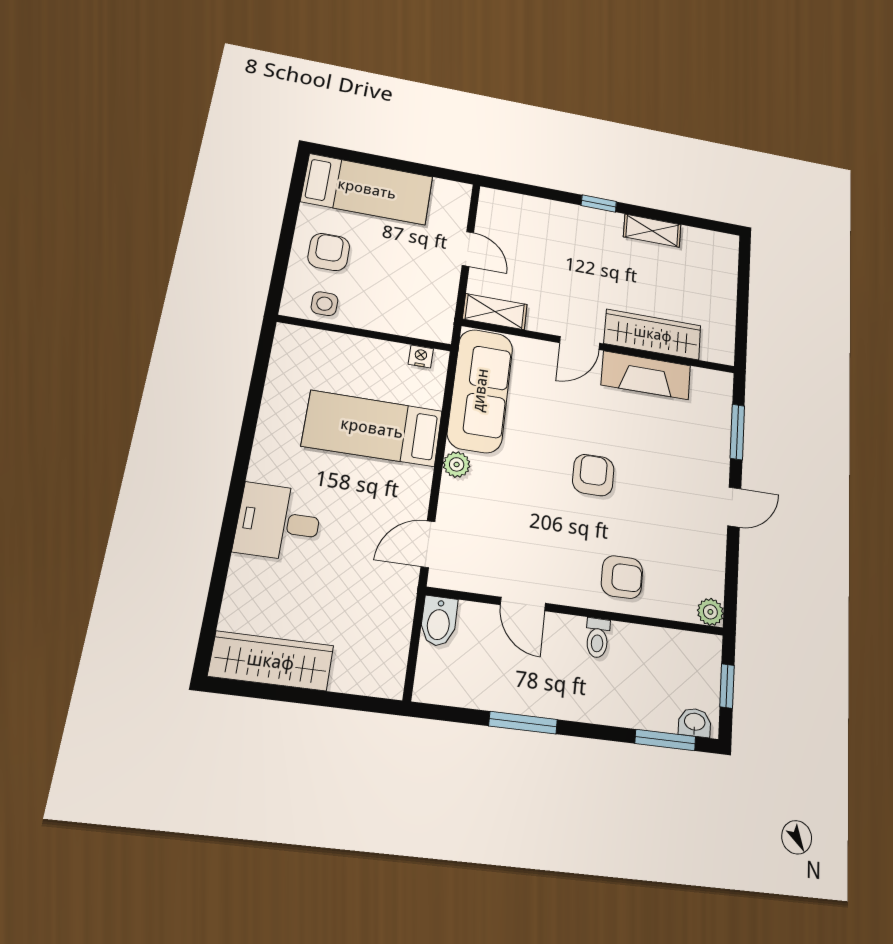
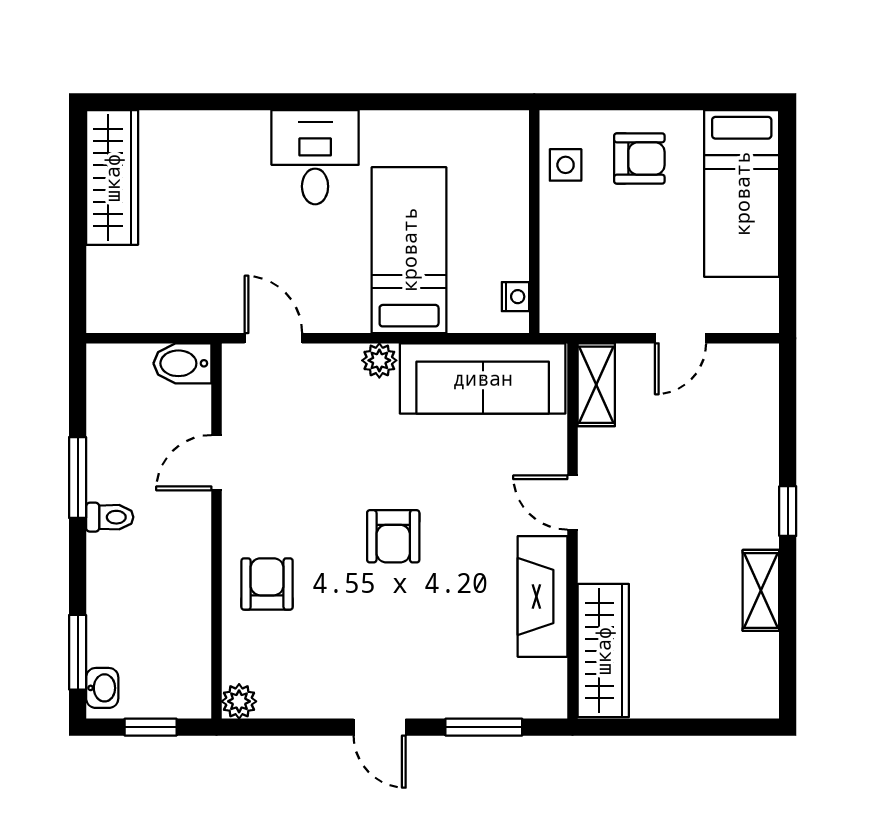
wardrobe: (653, 334) -> (603, 651), moved
armchair: (593, 475) -> (393, 536), turned 90
desk: (278, 522) -> (315, 157), moved
armchair: (622, 577) -> (267, 584), turned 180
toilet: (597, 638) -> (110, 517), moved, turned 180

